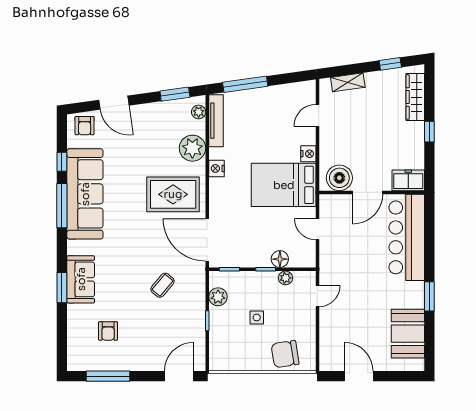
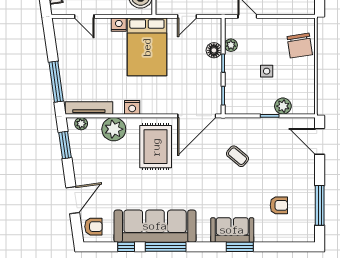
plant: (218, 297) -> (283, 106), moved

